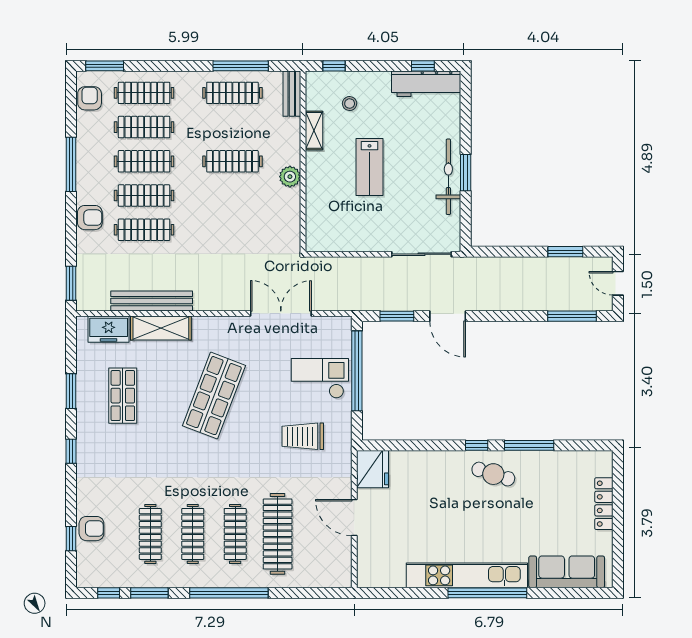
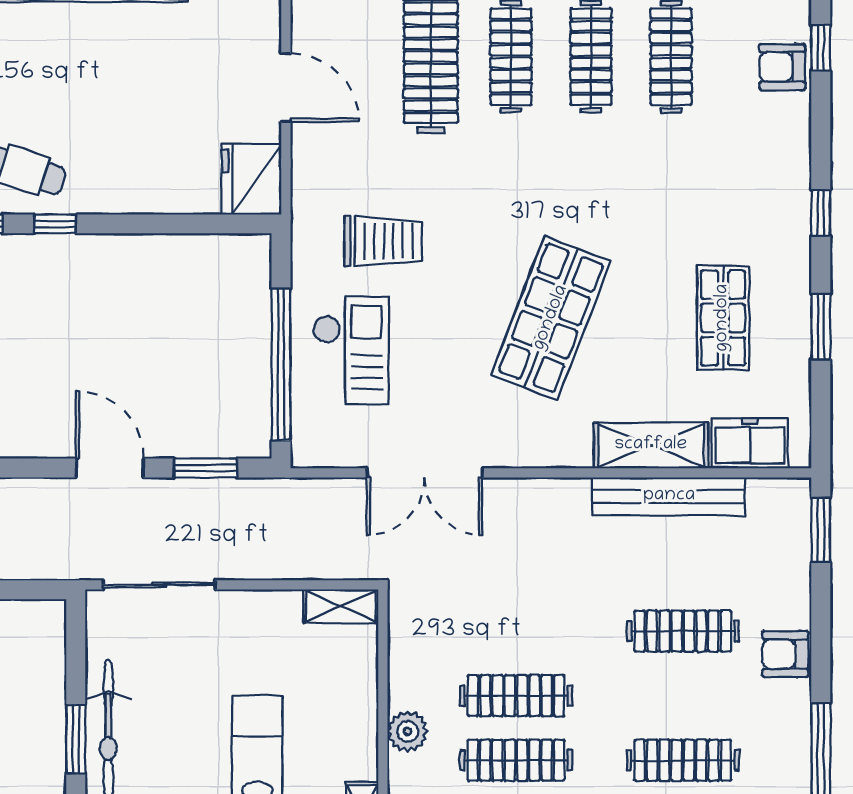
clothes rail: (144, 196) -> (516, 696), moved
shelving: (325, 243) -> (341, 606), added
checkout: (320, 378) -> (351, 351), turned -90

